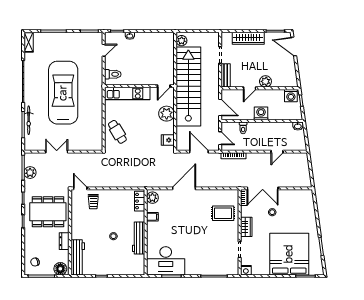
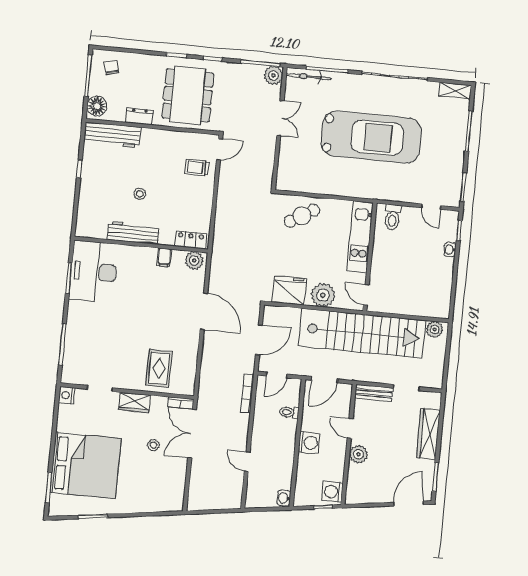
bicycle: (29, 120) -> (309, 77), moved
fridge: (168, 140) -> (289, 290), width x1.88, depth x1.34
plant: (30, 173) -> (273, 75), moved

